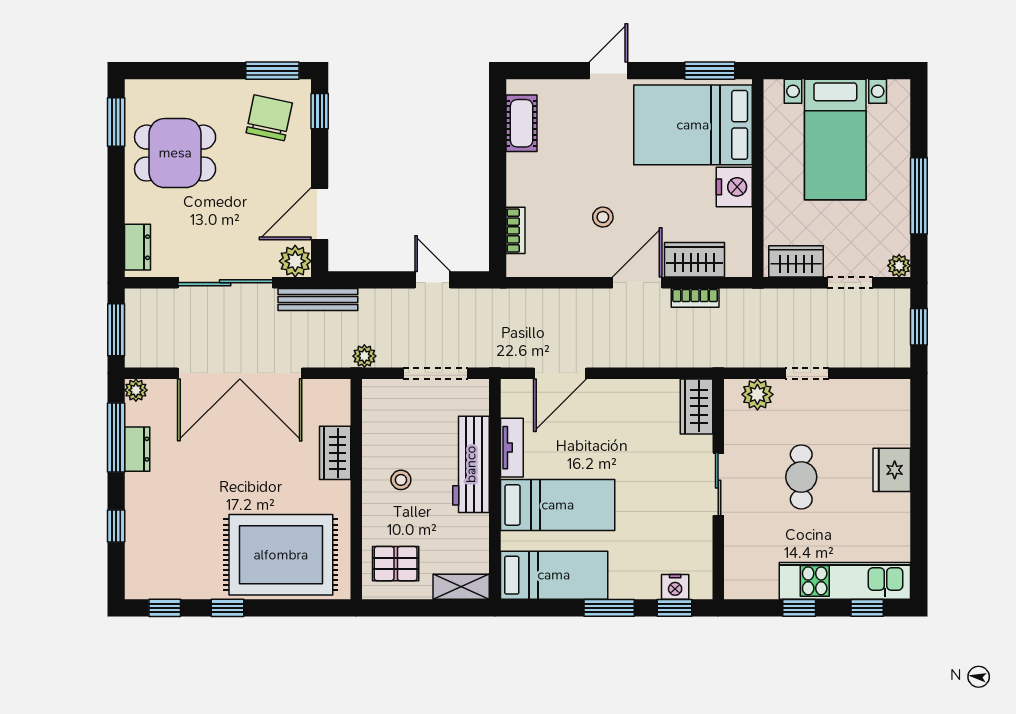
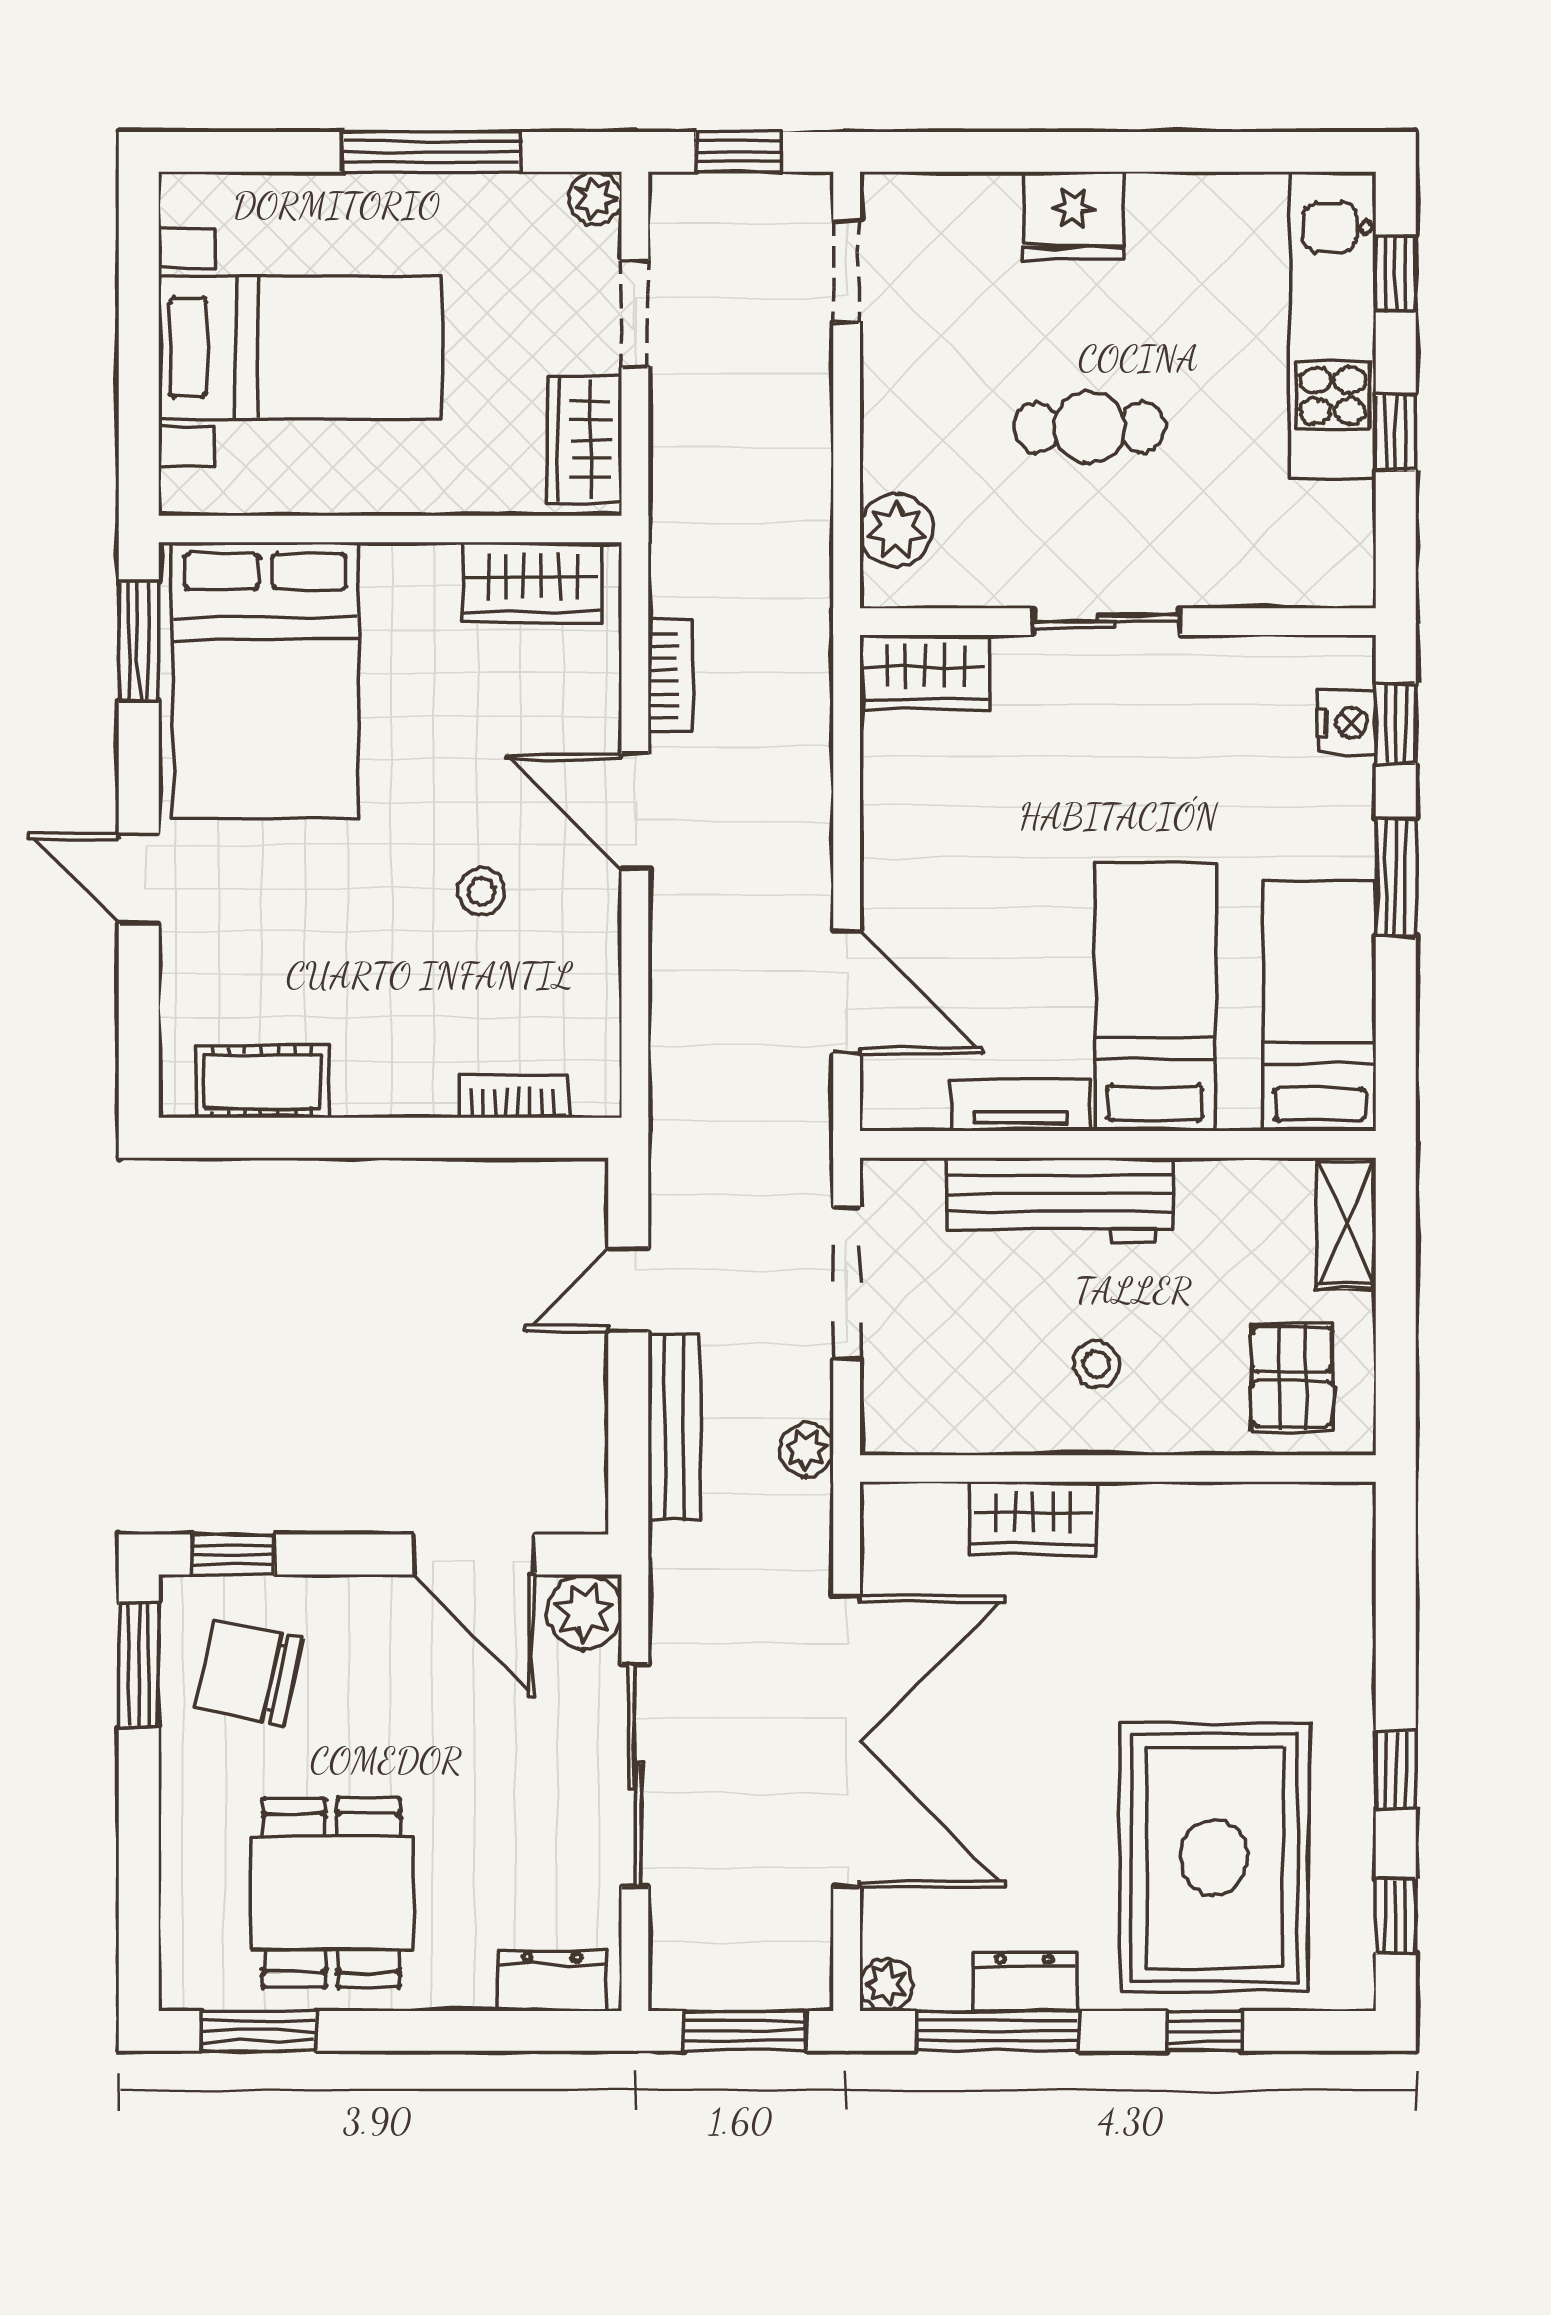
nightstand: (734, 187) -> (411, 584), removed
wardrobe: (694, 260) -> (532, 583), moved, turned -90
bench: (318, 299) -> (674, 1427), moved
doorway: (807, 373) -> (847, 271), moved
rug: (281, 555) -> (1214, 1857), moved

